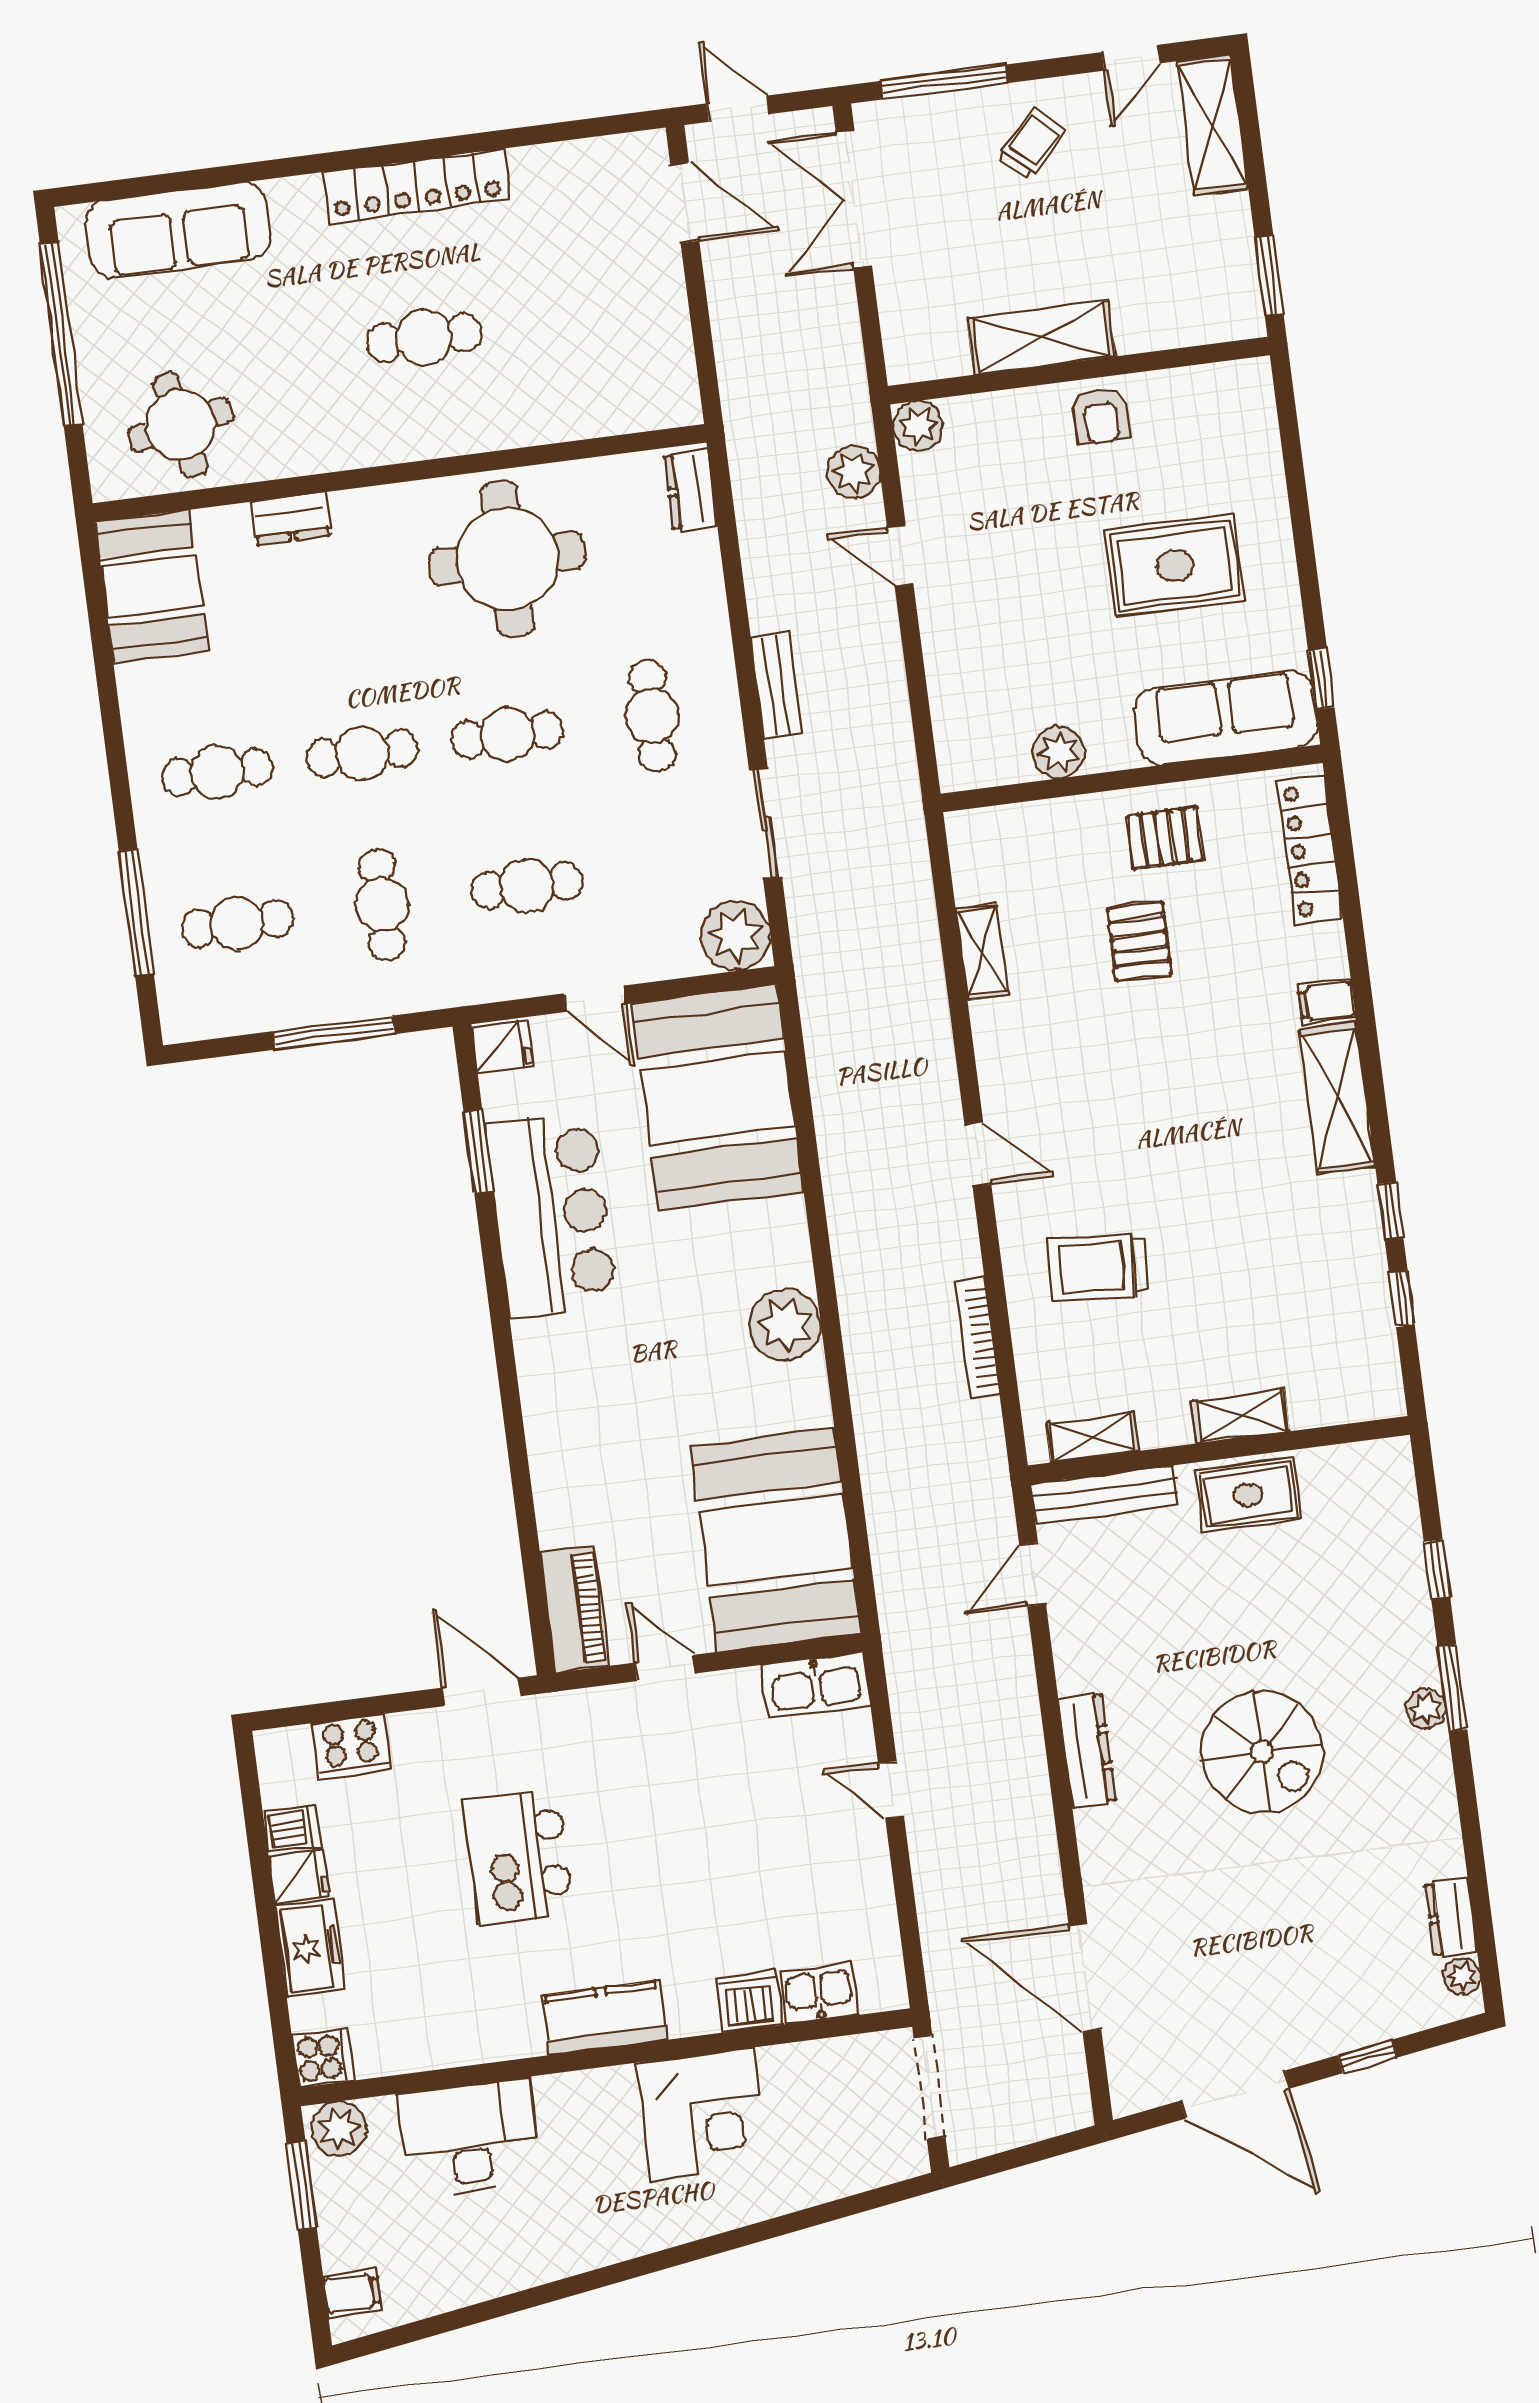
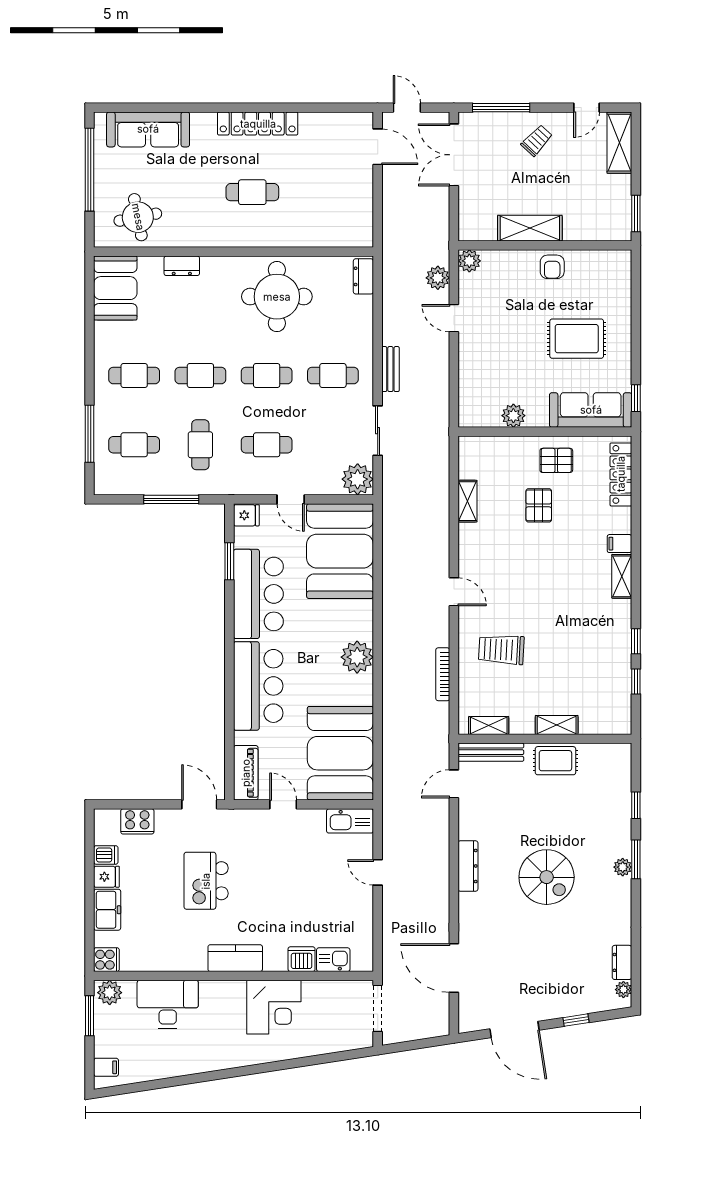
cafe table: (652, 716) -> (333, 376), turned 90
shelving: (1337, 1098) -> (622, 576), width x0.67, depth x0.75
bar counter: (577, 1416) -> (258, 686), added

